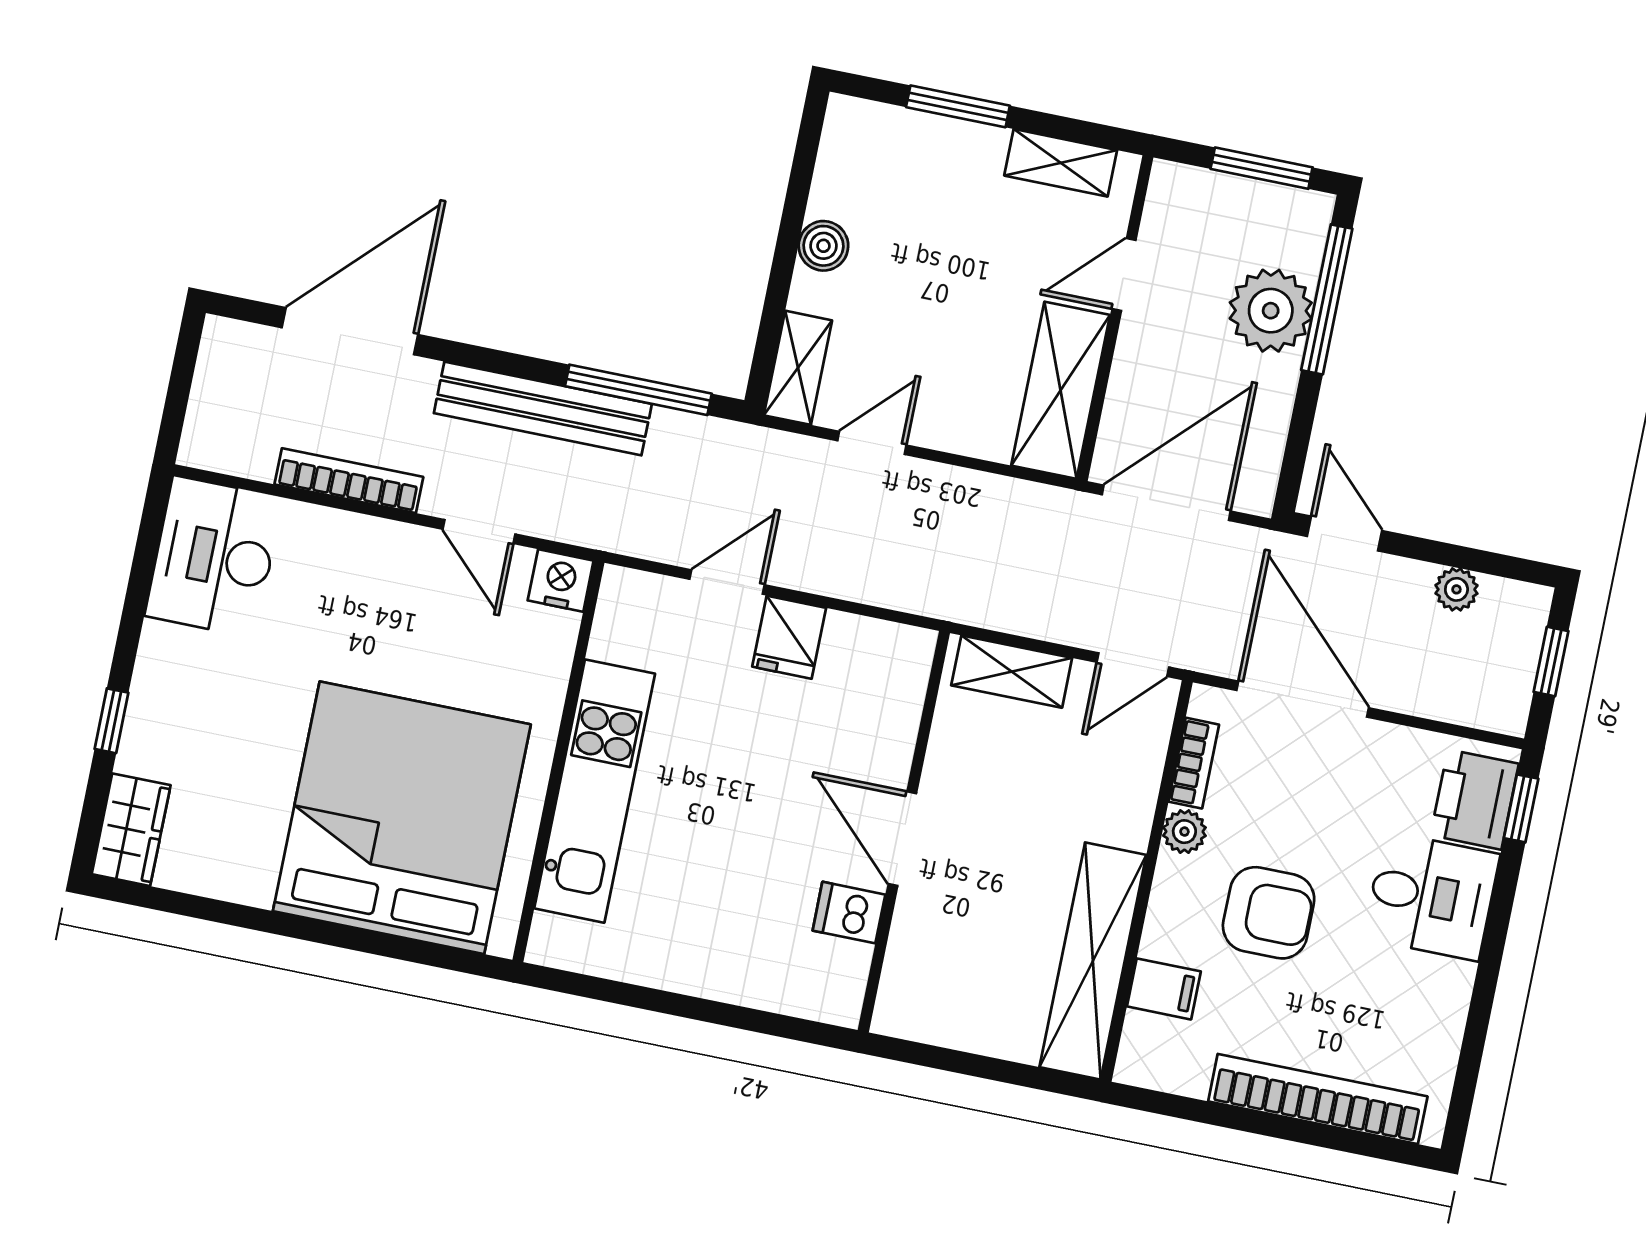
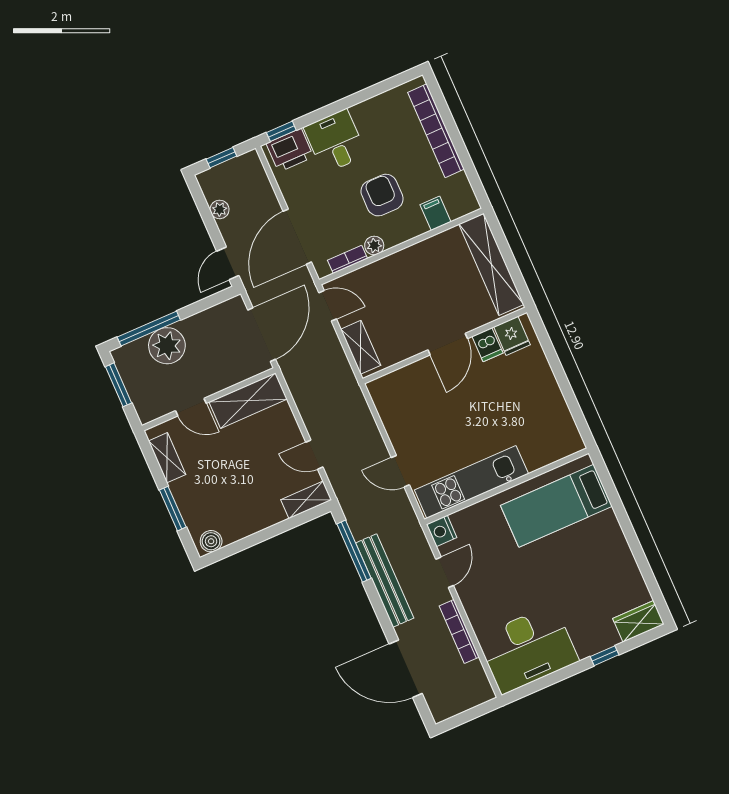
boiler: (823, 246) -> (211, 541), moved
door: (1166, 503) -> (262, 335), swing flipped
desk: (214, 557) -> (528, 649), width x1.36, depth x1.30
fridge: (789, 637) -> (512, 336), moved, turned 90
kitchen unit: (595, 791) -> (471, 482), moved
bed: (402, 818) -> (556, 506), width x0.49
shelving: (1093, 961) -> (491, 264), moved, turned 90

